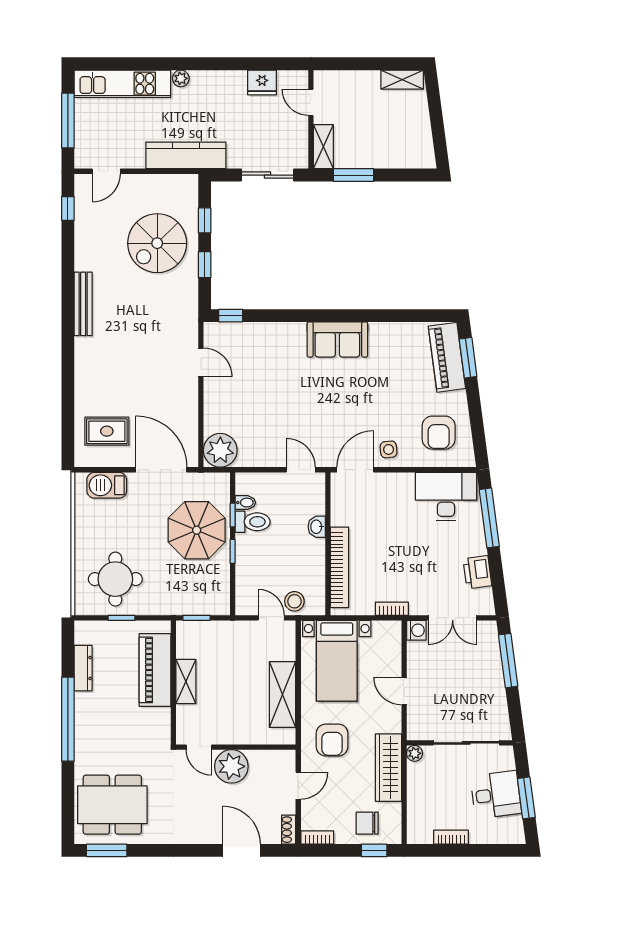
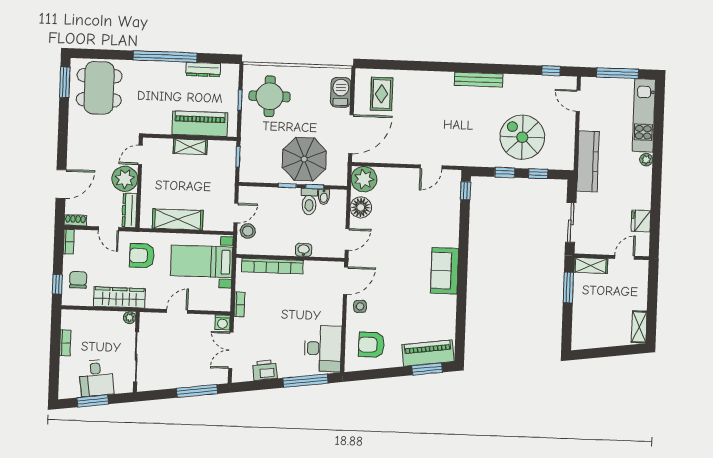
floor lamp: (258, 453) -> (361, 207), added
door: (355, 470) -> (346, 281), hinge flipped
dresser: (273, 759) -> (130, 210), added

